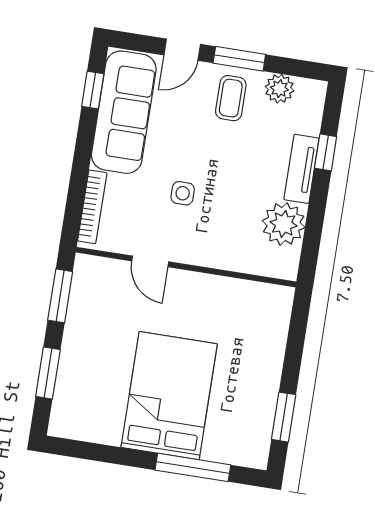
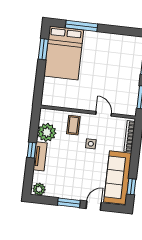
plant: (279, 89) -> (39, 189), moved
coffee table: (231, 98) -> (73, 125), moved
window: (326, 152) -> (32, 150), moved
bed: (169, 396) -> (64, 53), moved

